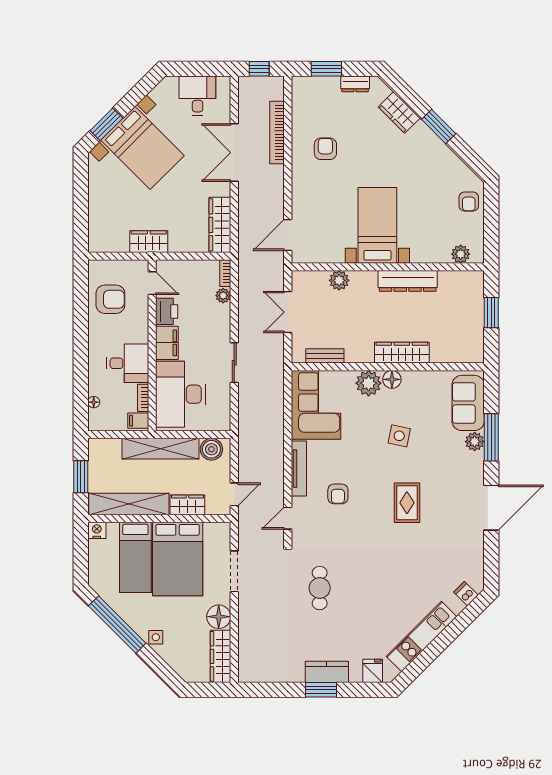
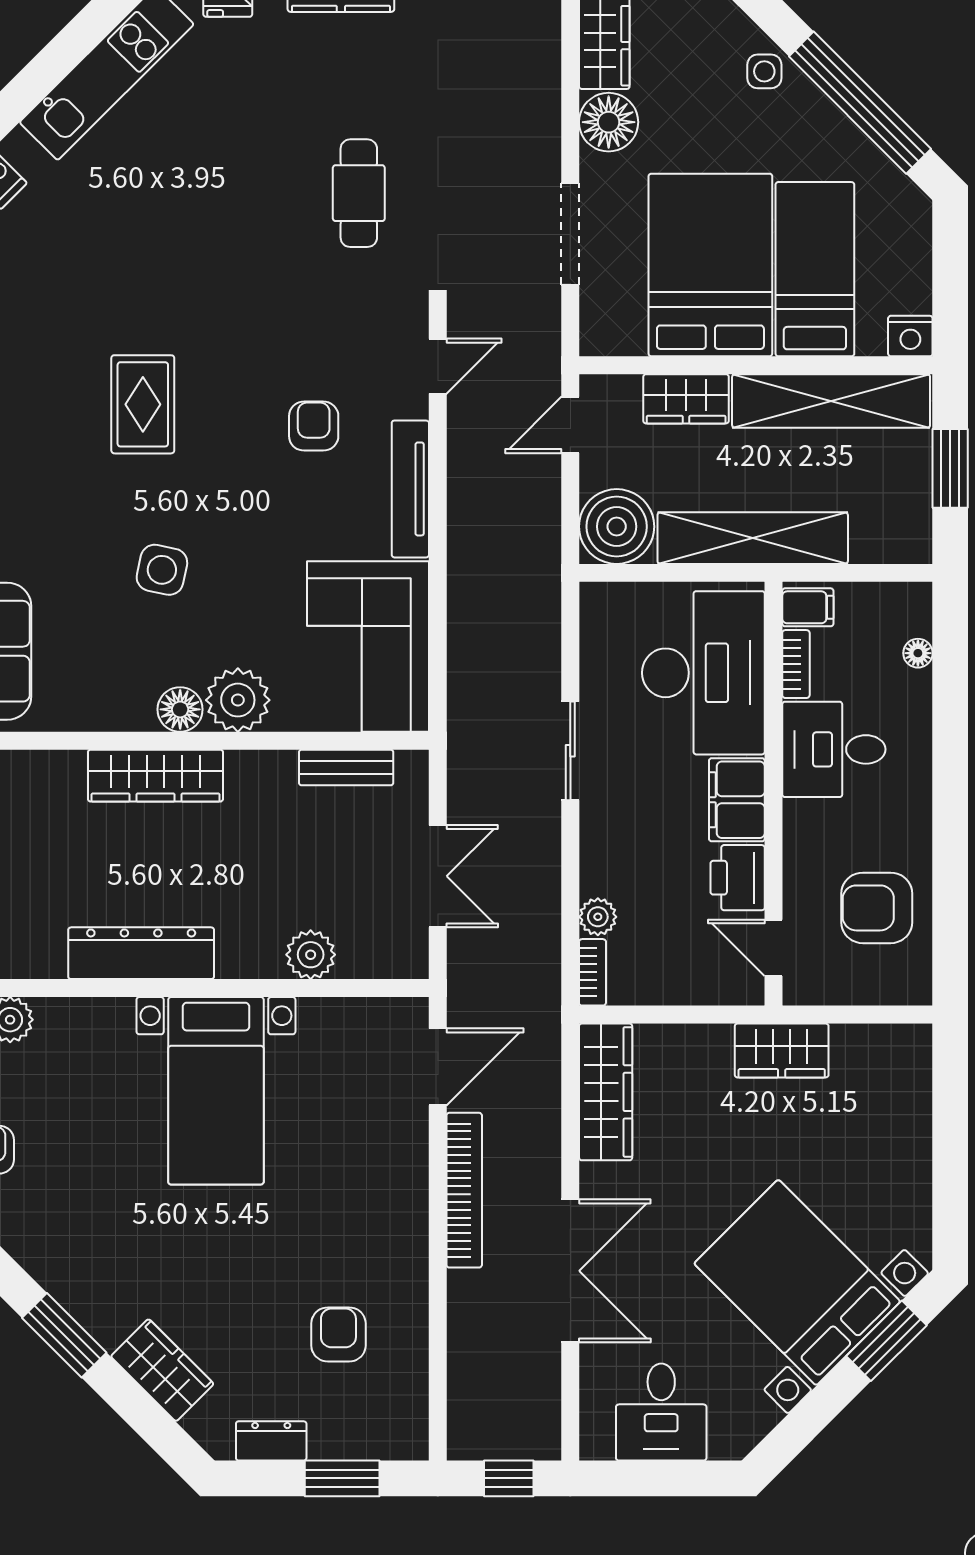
bookcase: (277, 133) -> (464, 1190), moved
armchair: (325, 149) -> (338, 1334), moved, turned 180
boiler: (211, 449) -> (617, 527), width x1.37, depth x1.37

